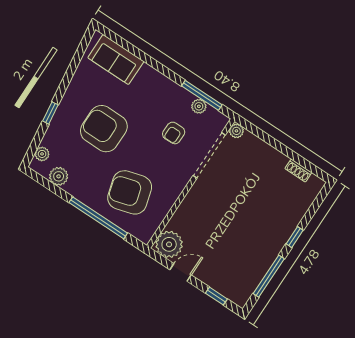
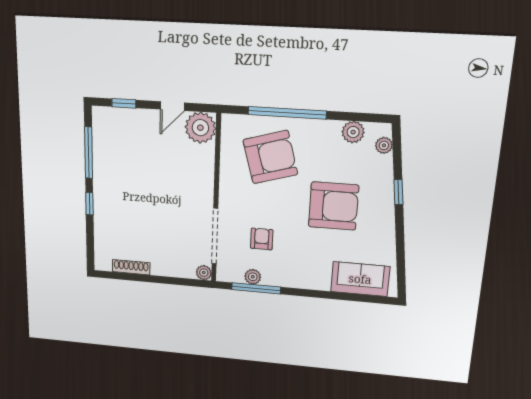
shoe rack: (298, 171) -> (131, 267), width x1.43

